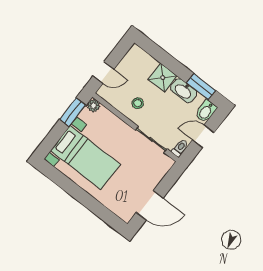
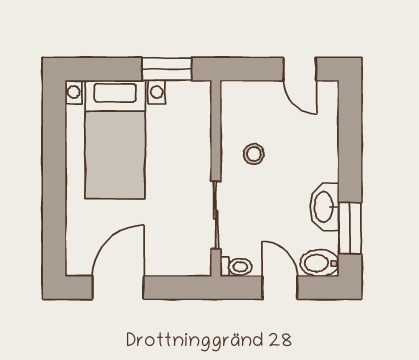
door: (103, 73) -> (300, 69), moved
shower: (163, 78) -> (320, 162), removed
plant: (93, 106) -> (200, 92), removed
door: (150, 205) -> (118, 288), swing flipped

